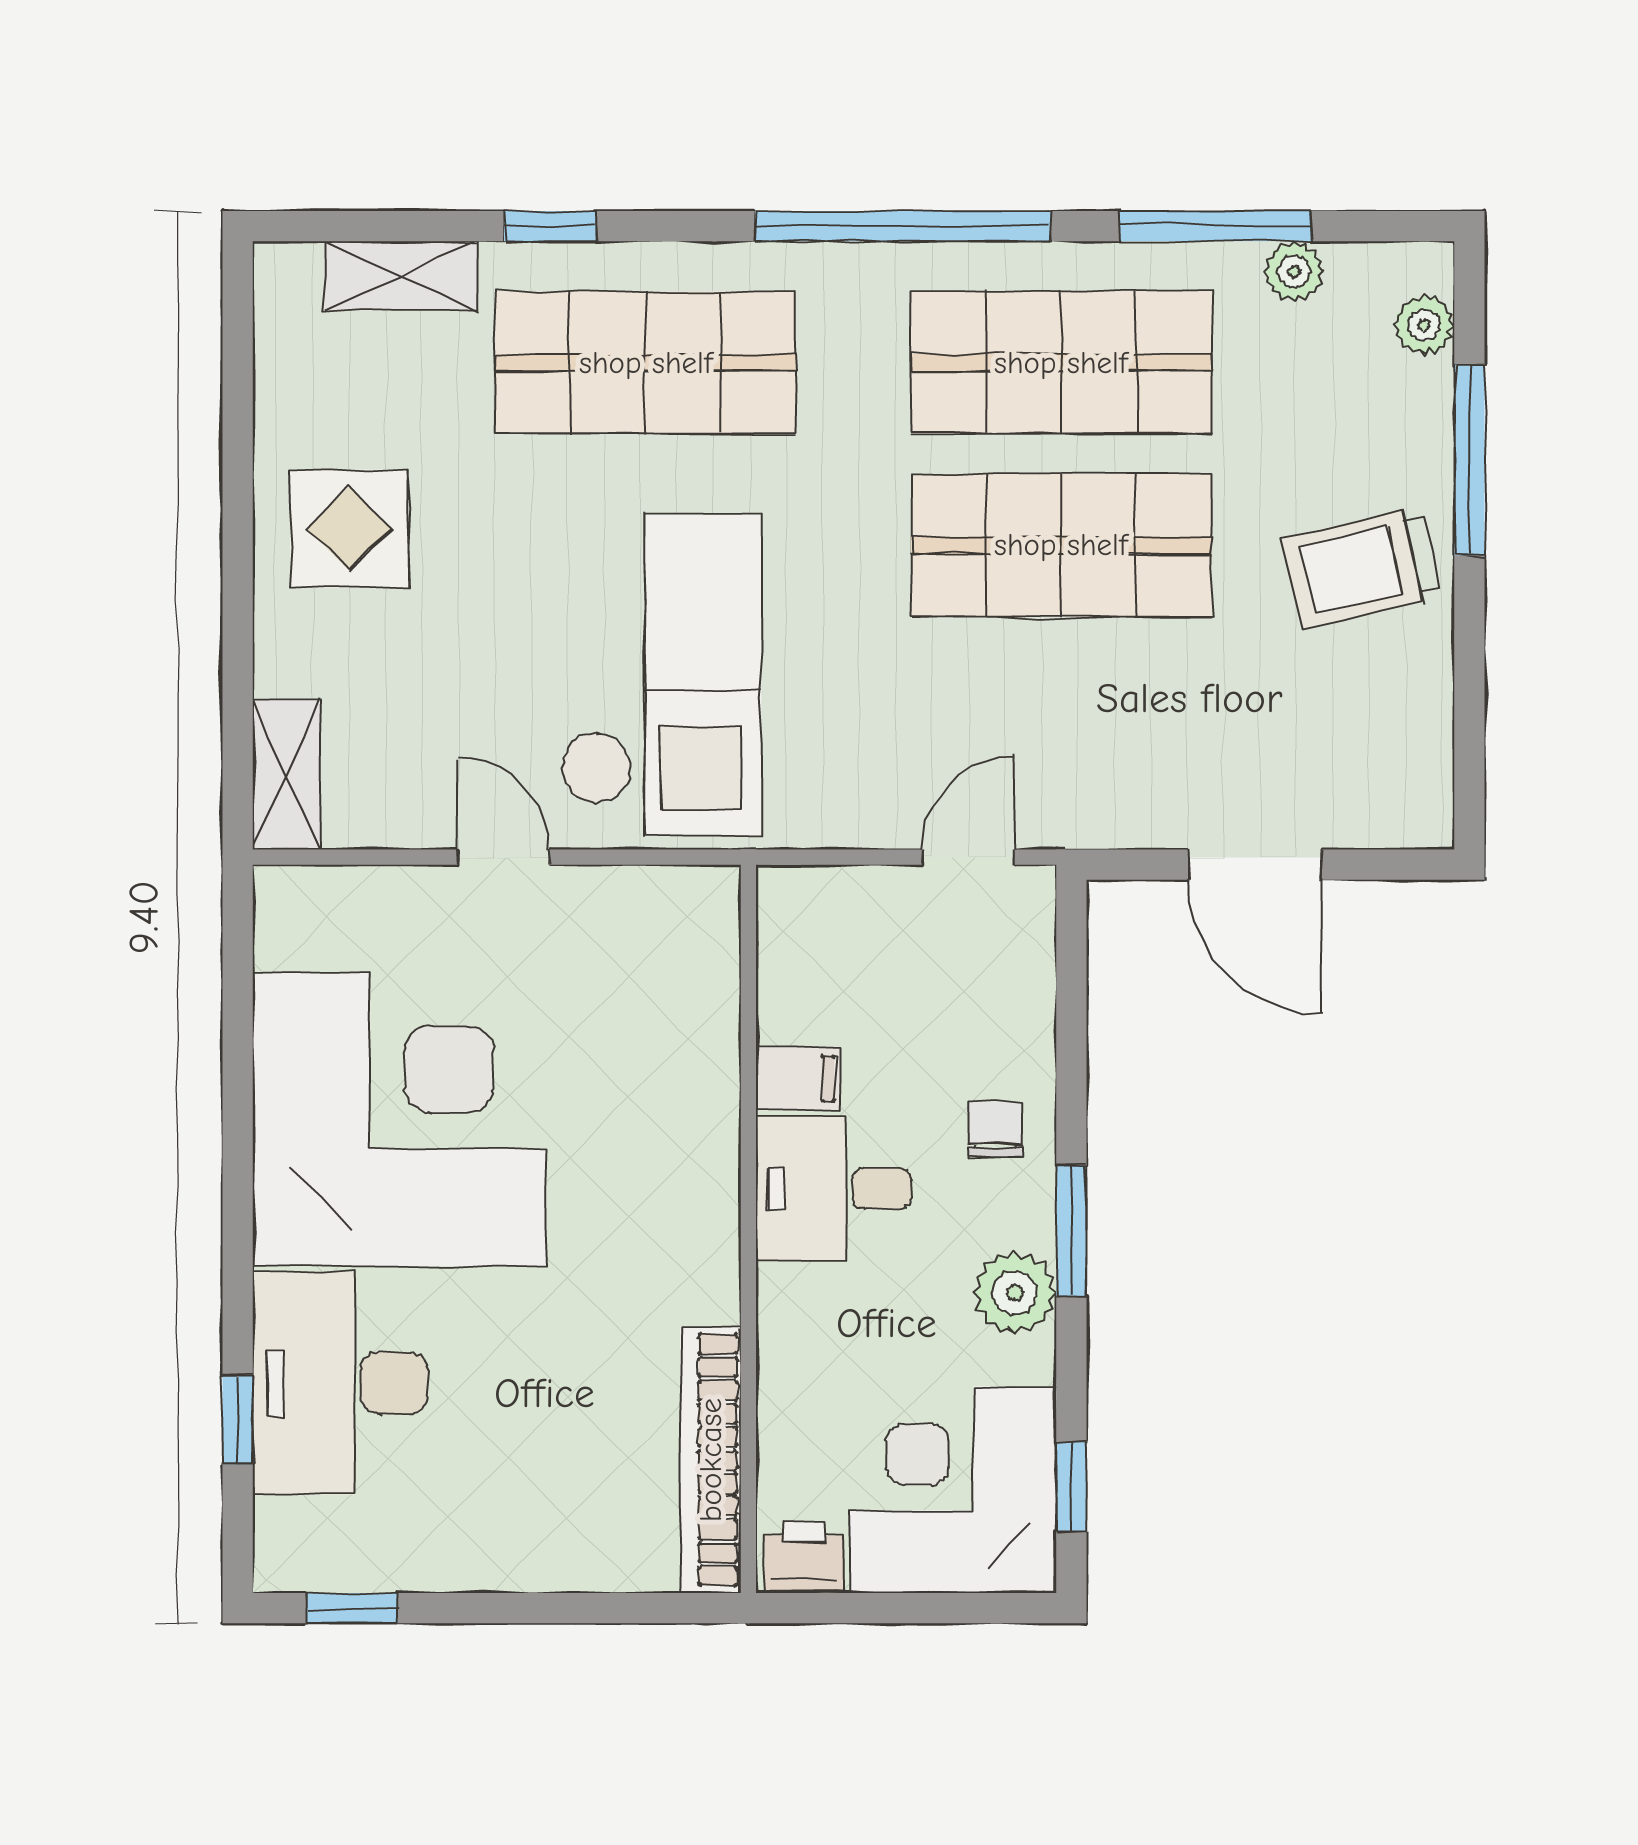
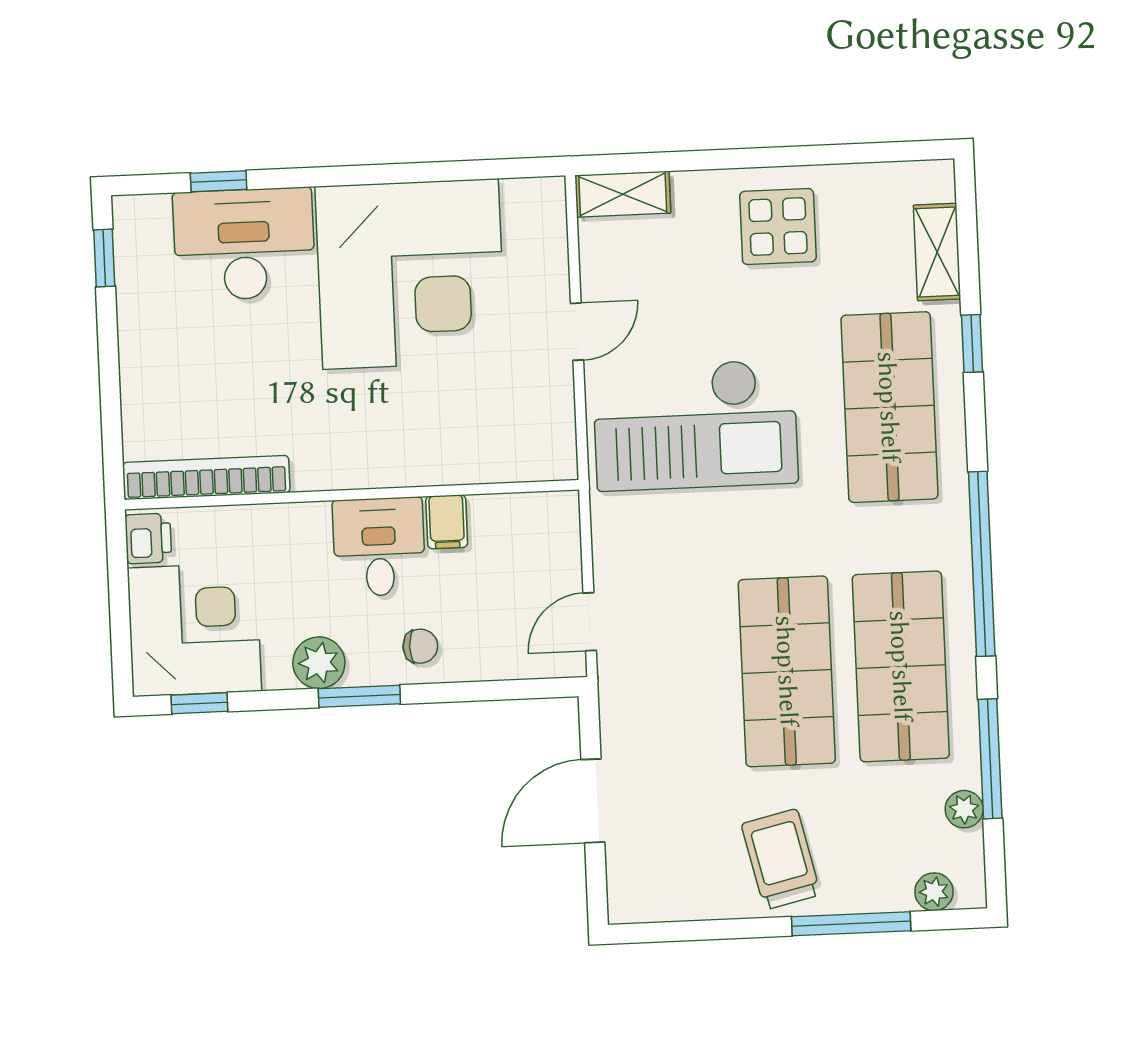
door: (968, 857) -> (590, 622), swing flipped

